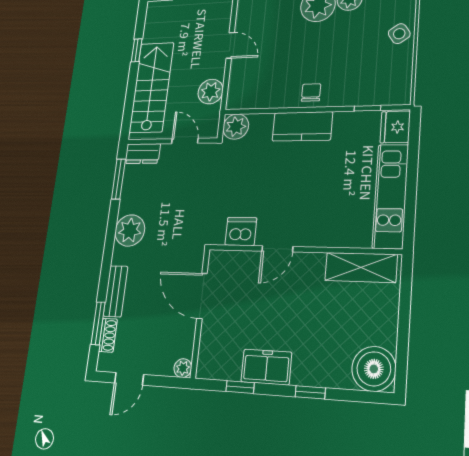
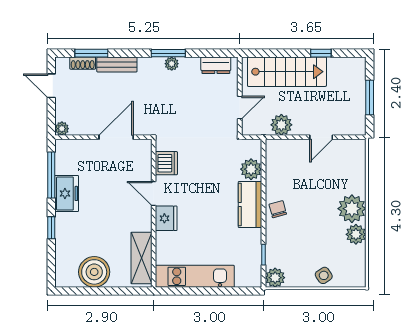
chair: (311, 93) -> (278, 209), turned -105
plant: (399, 93) -> (275, 278), added
plant: (236, 127) -> (251, 169), moved
fridge: (395, 127) -> (166, 218), moved, turned 90
dresser: (143, 154) -> (216, 65), moved, turned -90
window: (118, 179) -> (168, 53), moved
plant: (130, 230) -> (172, 64), width x0.53, depth x0.53
boiler: (374, 369) -> (94, 272), moved
window: (240, 387) -> (51, 175), width x2.17

